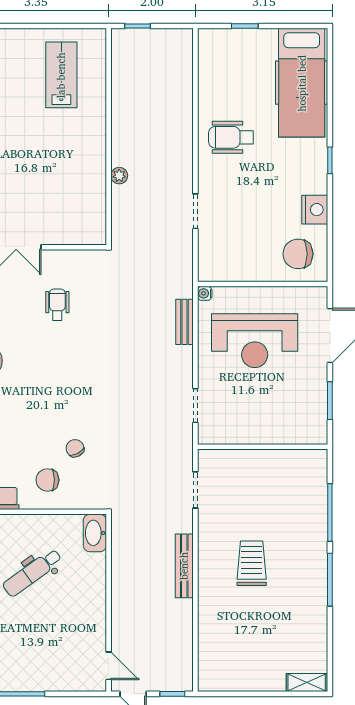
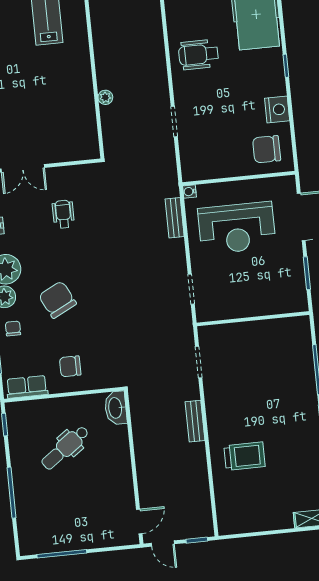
chair: (75, 448) -> (58, 300), moved, width x1.87, depth x1.87
trolley: (252, 563) -> (245, 456), moved, turned 90
bench: (184, 566) -> (195, 421), width x0.73
door: (109, 666) -> (139, 521), hinge flipped

